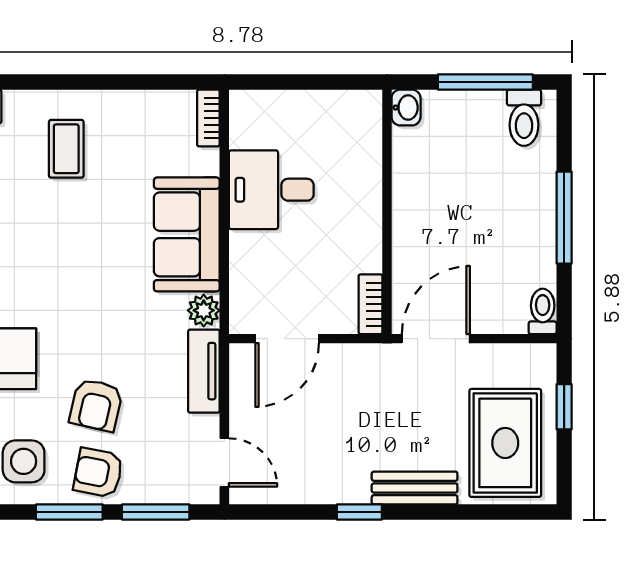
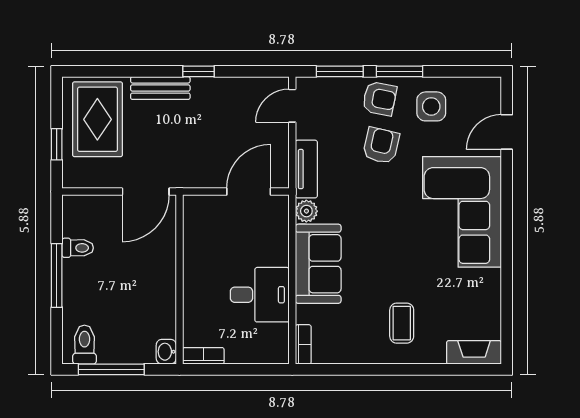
bookcase: (371, 304) -> (203, 356), moved, turned -90
toilet: (543, 311) -> (78, 248), moved, turned -90
door: (224, 462) -> (292, 106), hinge flipped

